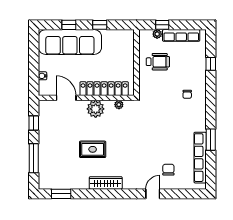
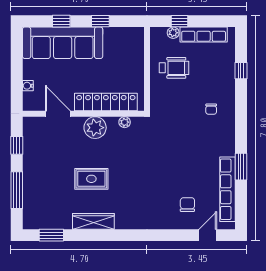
wardrobe: (106, 183) -> (93, 221), moved
door: (153, 194) -> (208, 235), moved

